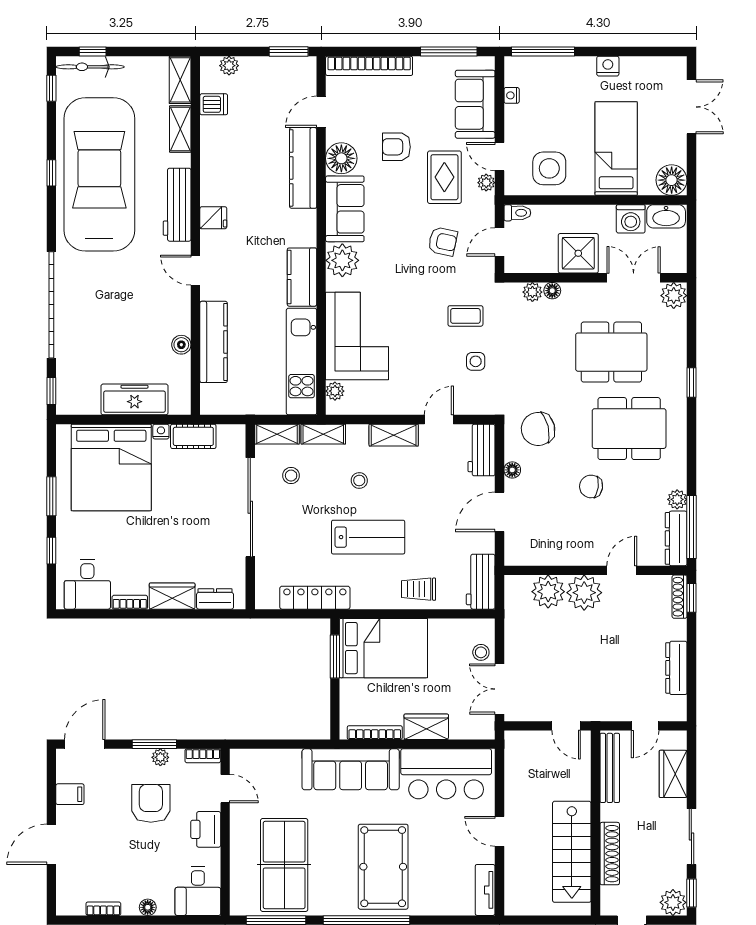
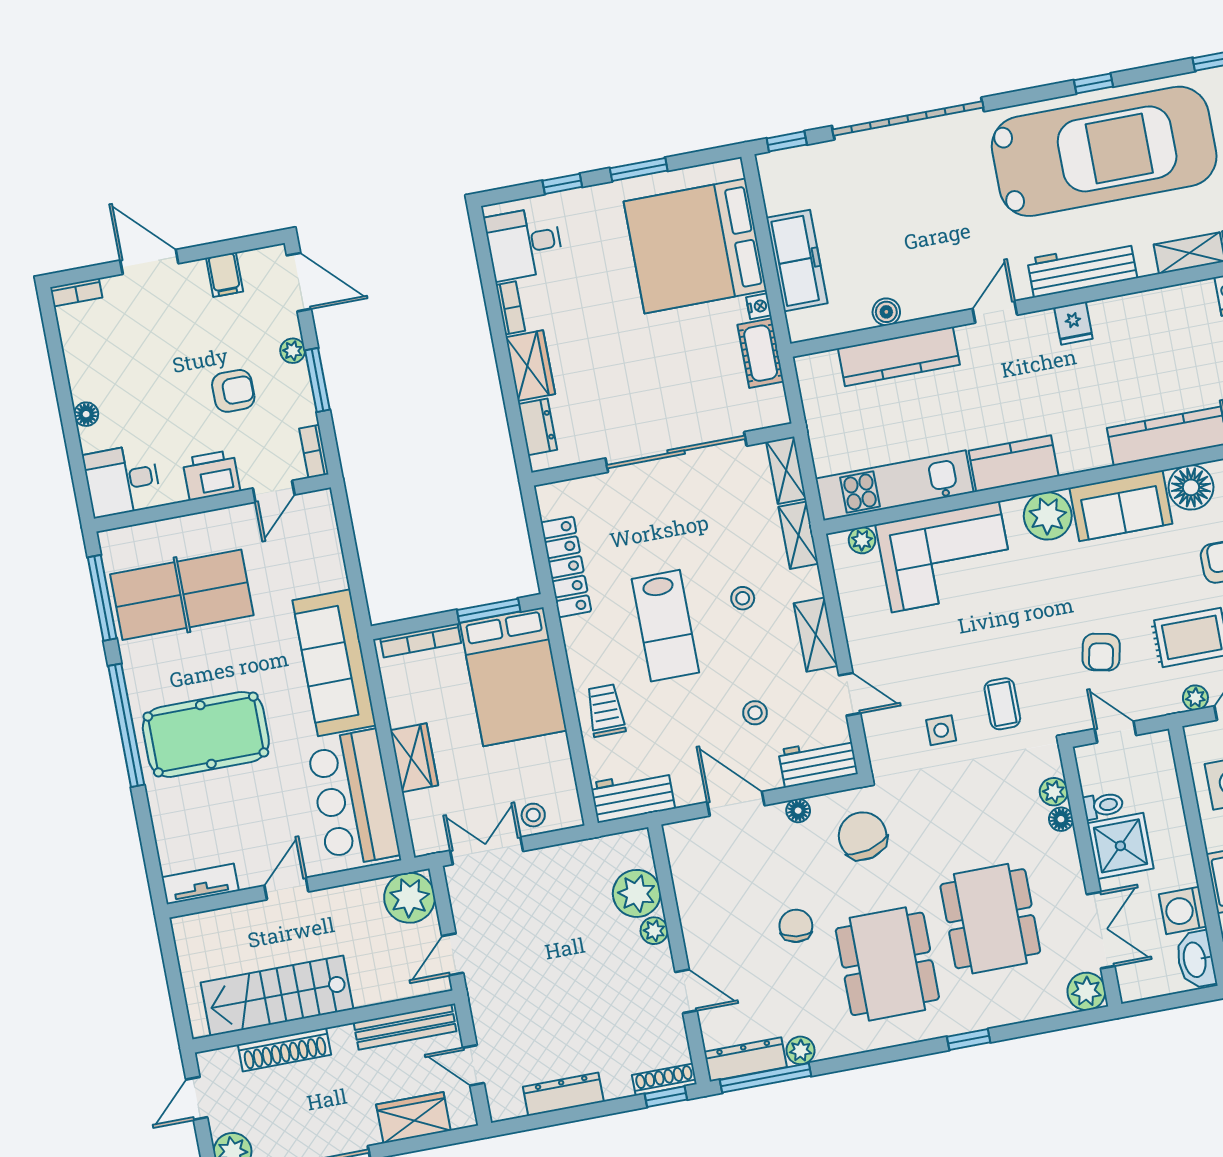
toilet: (517, 213) -> (1103, 805), moved, turned -90
stool: (291, 476) -> (755, 713), moved
plant: (584, 593) -> (654, 931), width x0.53, depth x0.53
bookcase: (375, 733) -> (421, 640), moved, turned 90
plant: (522, 748) -> (410, 898), added
plant: (160, 757) -> (293, 351), moved
armchair: (151, 803) -> (233, 391), width x0.72, depth x0.72
bookcase: (103, 909) -> (76, 292), moved, turned 90

